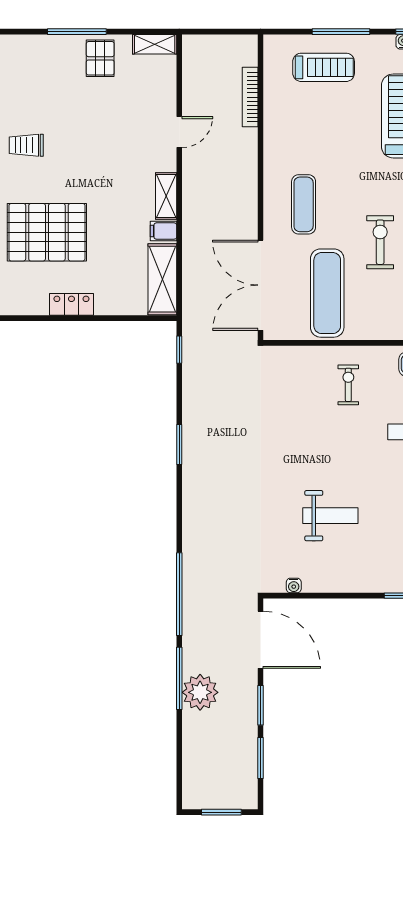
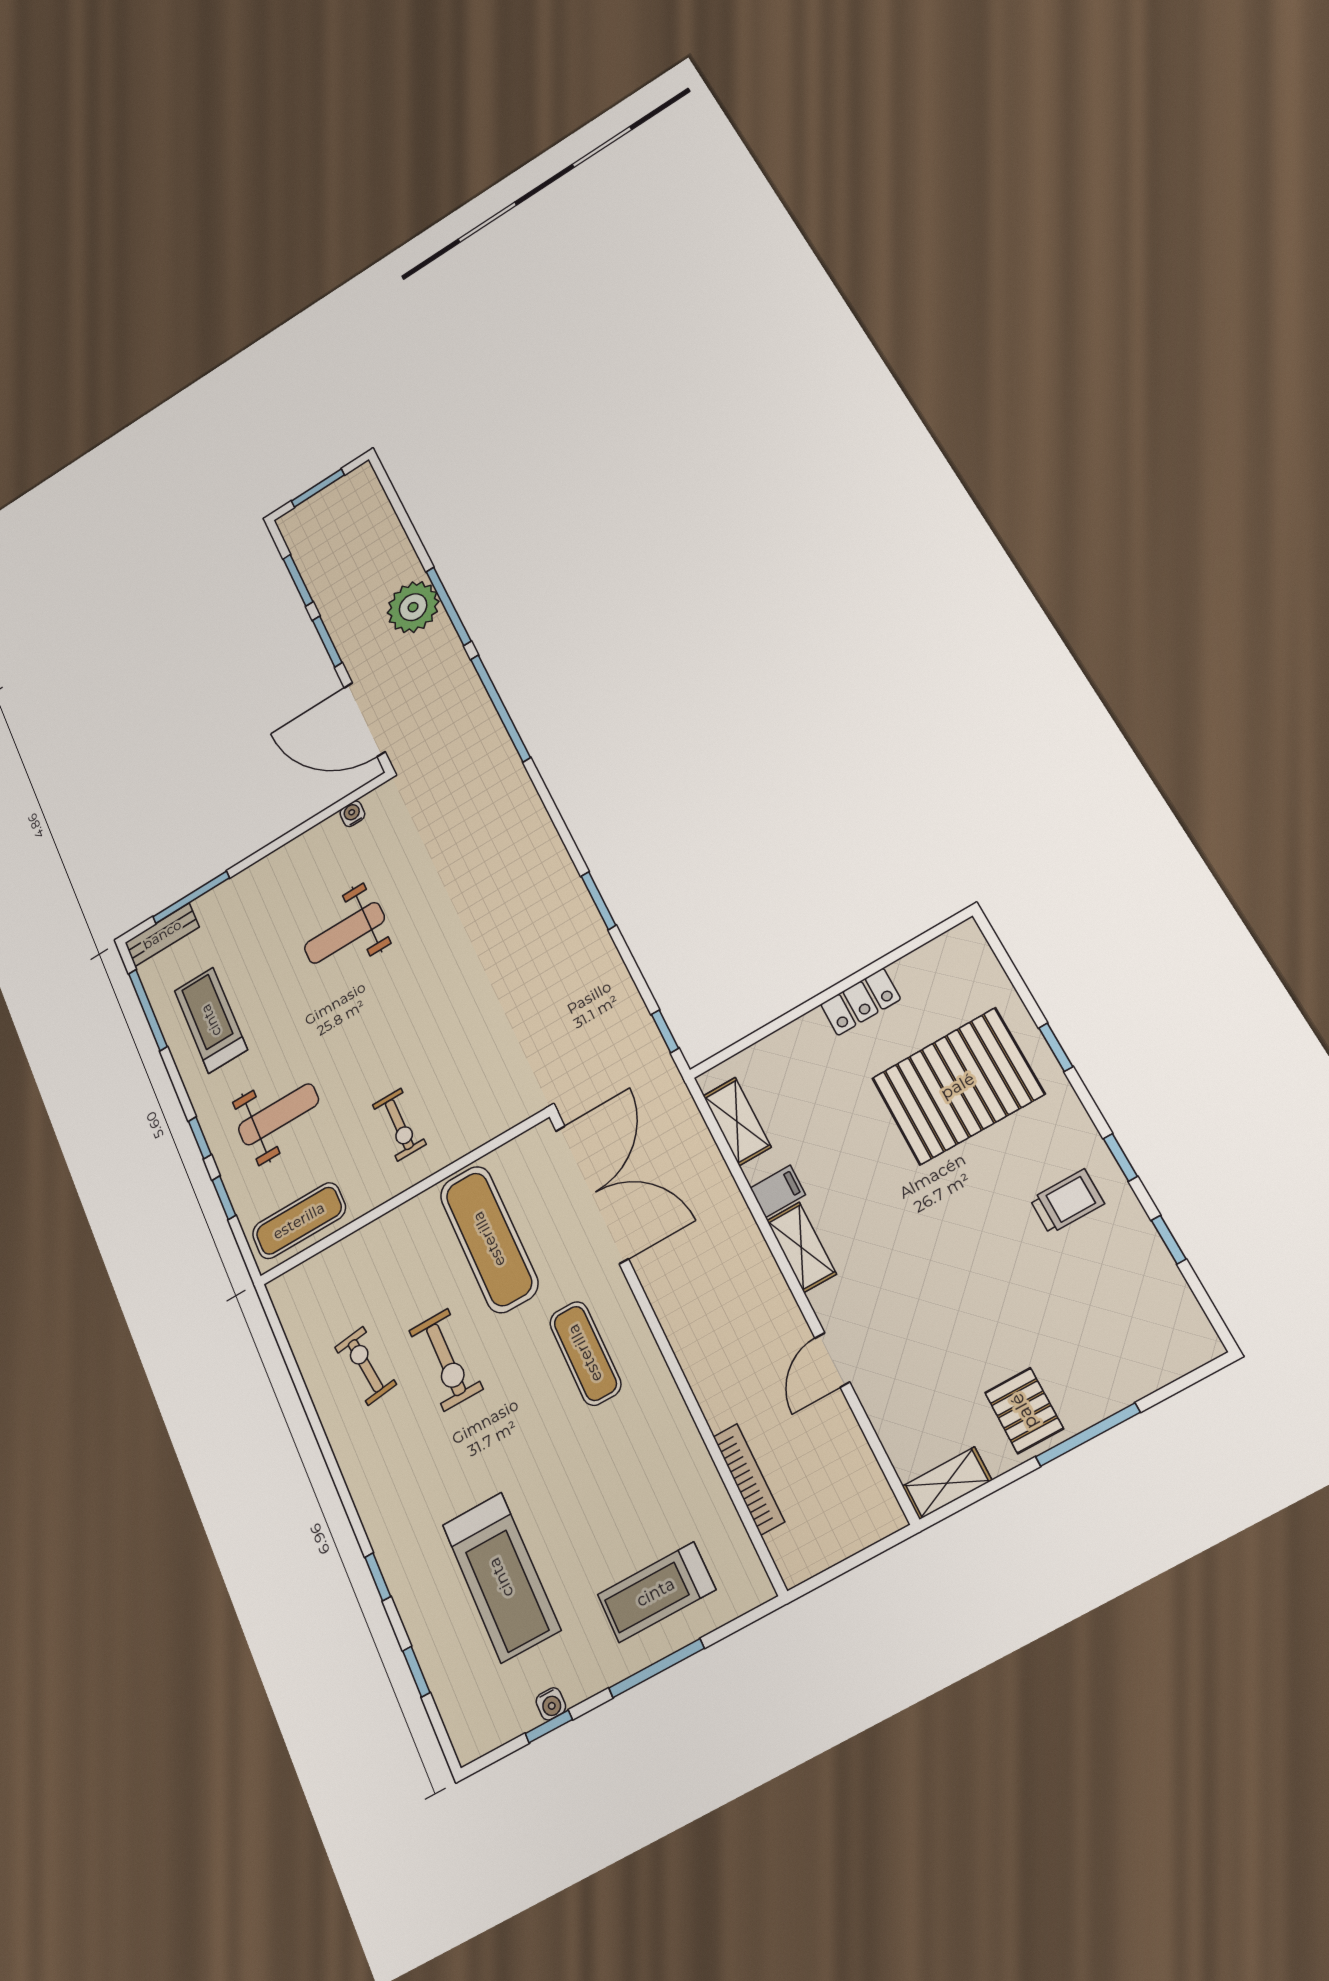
shelving: (162, 279) -> (737, 1121), width x0.67, depth x0.75

